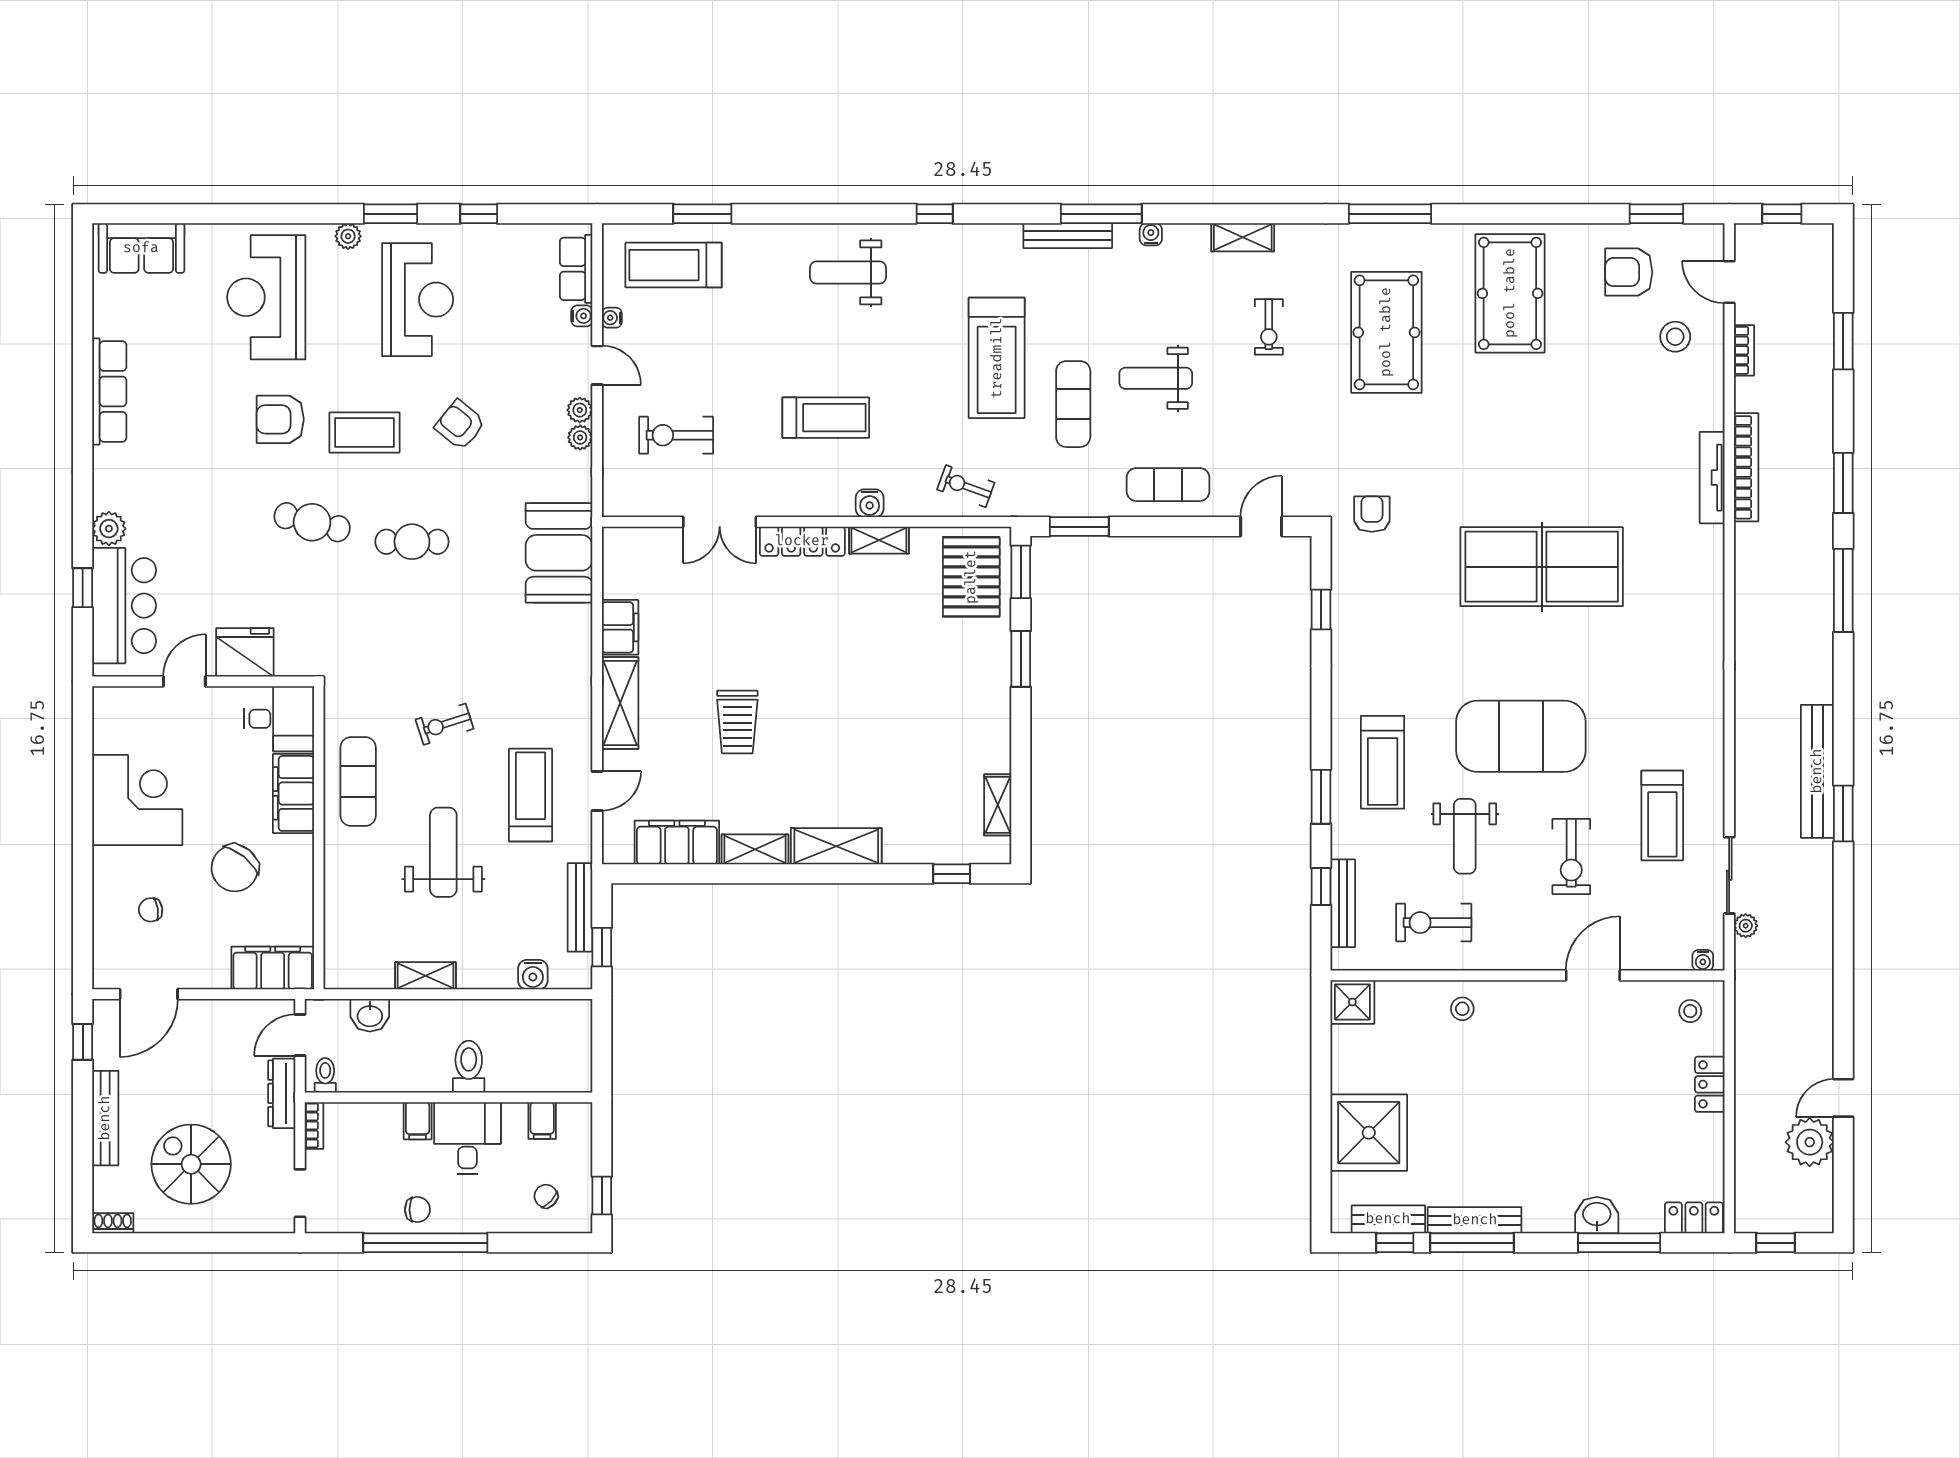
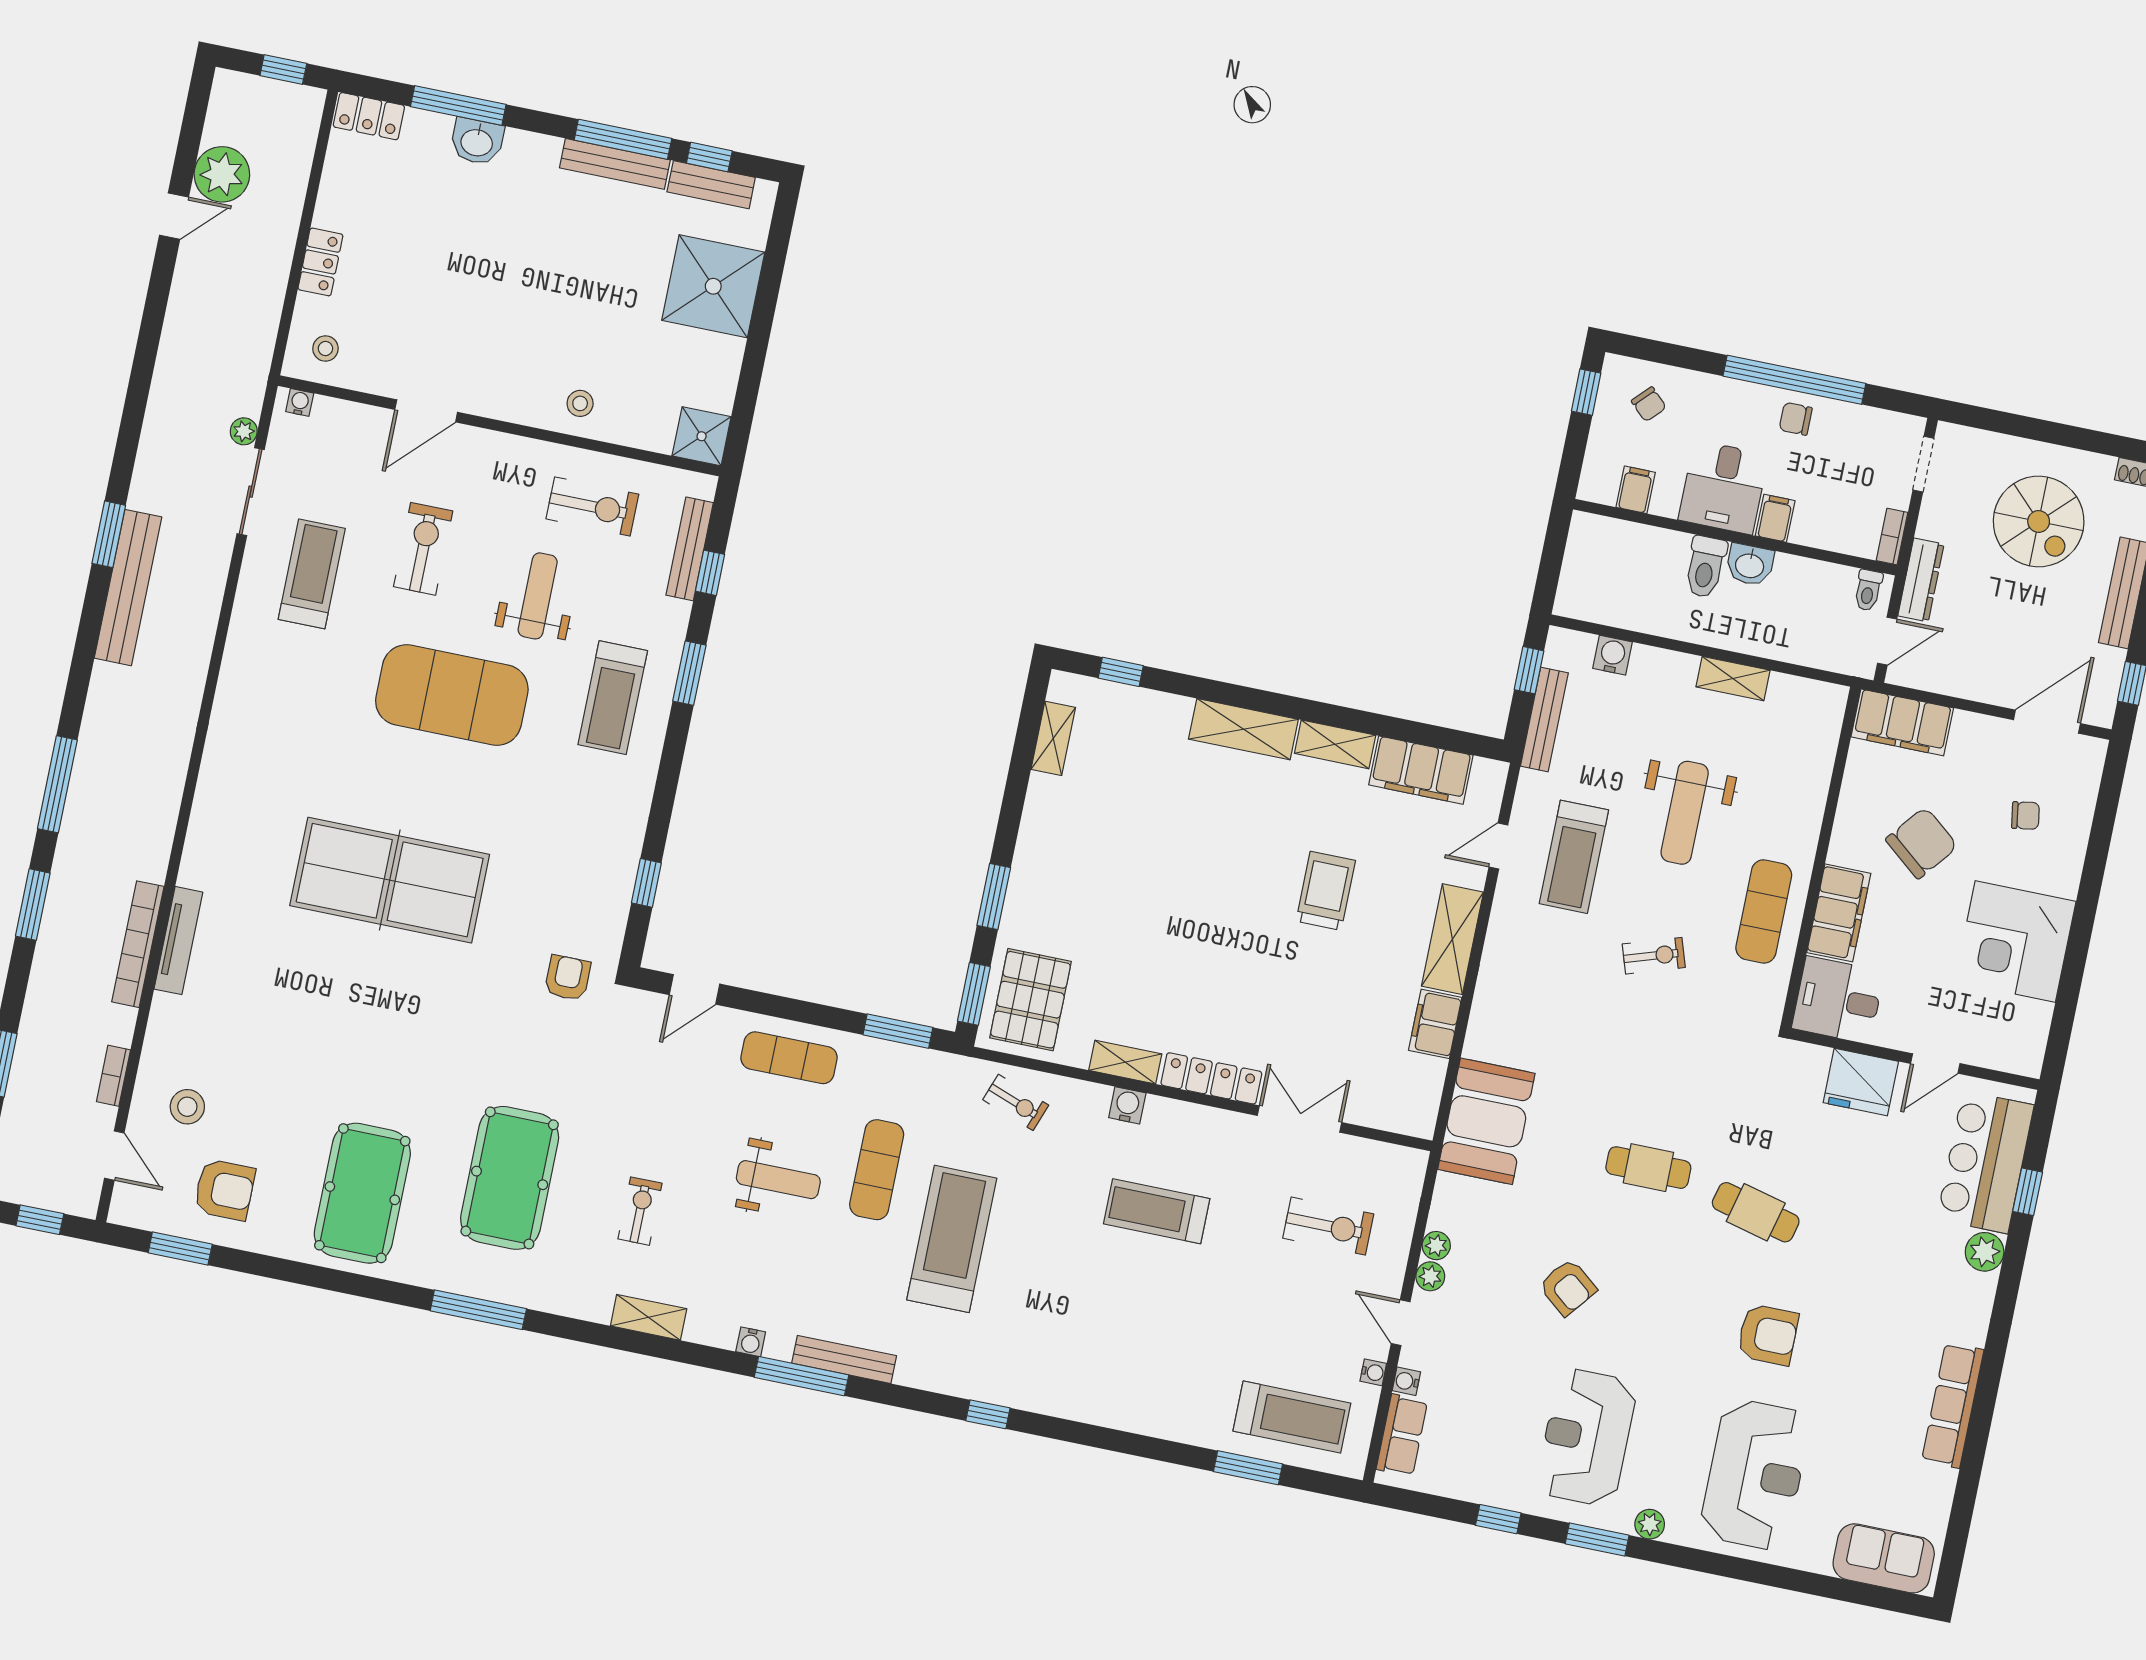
weight bench: (848, 272) -> (1098, 1369), removed
coffee table: (365, 432) -> (1676, 1301), removed
armchair: (1372, 514) -> (568, 978), turned 180
treadmill: (1383, 762) -> (613, 698), turned 180
washbasin: (370, 1015) -> (1750, 565), moved, turned 180

